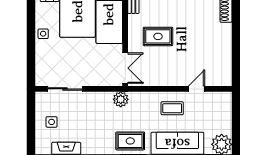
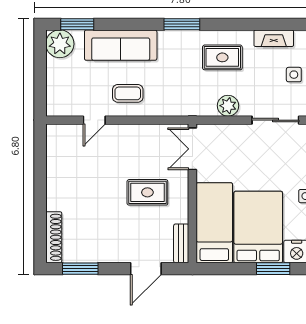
plant: (121, 99) -> (228, 106), moved
rug: (130, 141) -> (222, 57), moved

